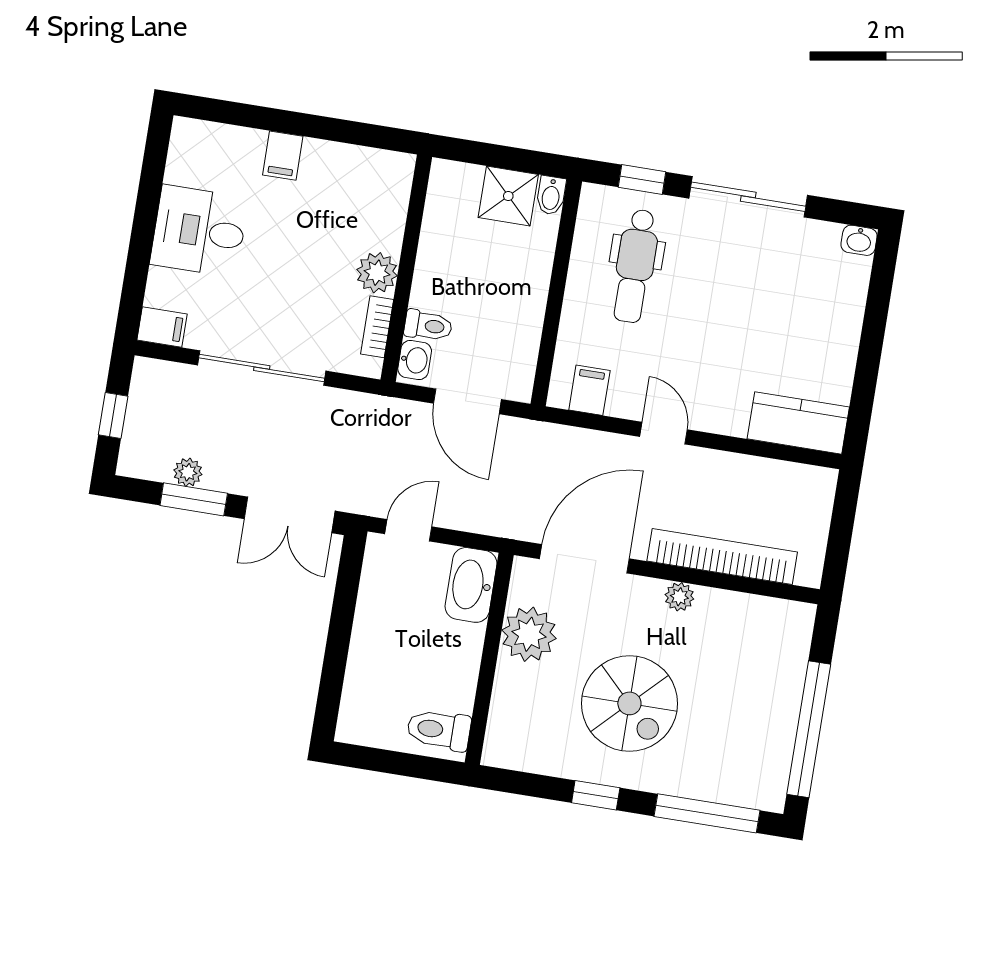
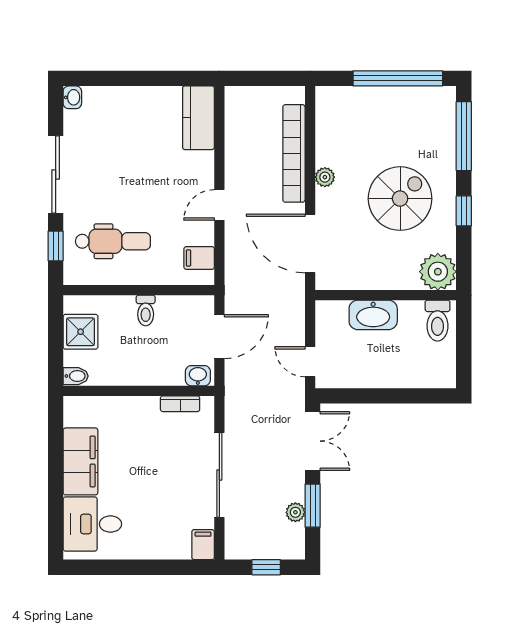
filing cabinet: (283, 156) -> (80, 461), width x3.00, depth x1.17
bidet: (551, 195) -> (76, 376), moved
desk: (199, 231) -> (92, 524), moved, turned 90
plant: (377, 273) -> (145, 410), removed
toilet: (428, 326) -> (146, 310), moved, turned 180
washbasin: (471, 585) -> (373, 315), moved
plant: (529, 634) -> (438, 272), moved

